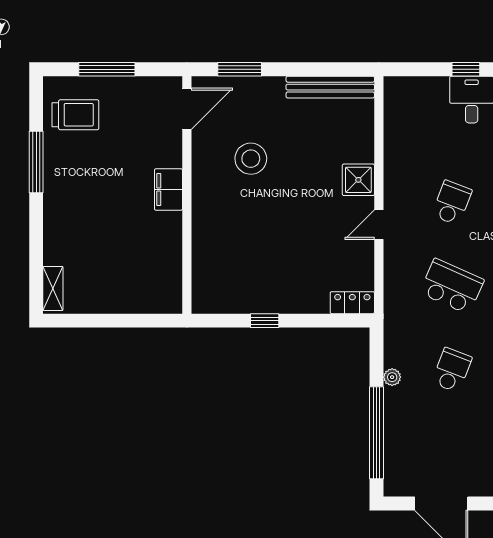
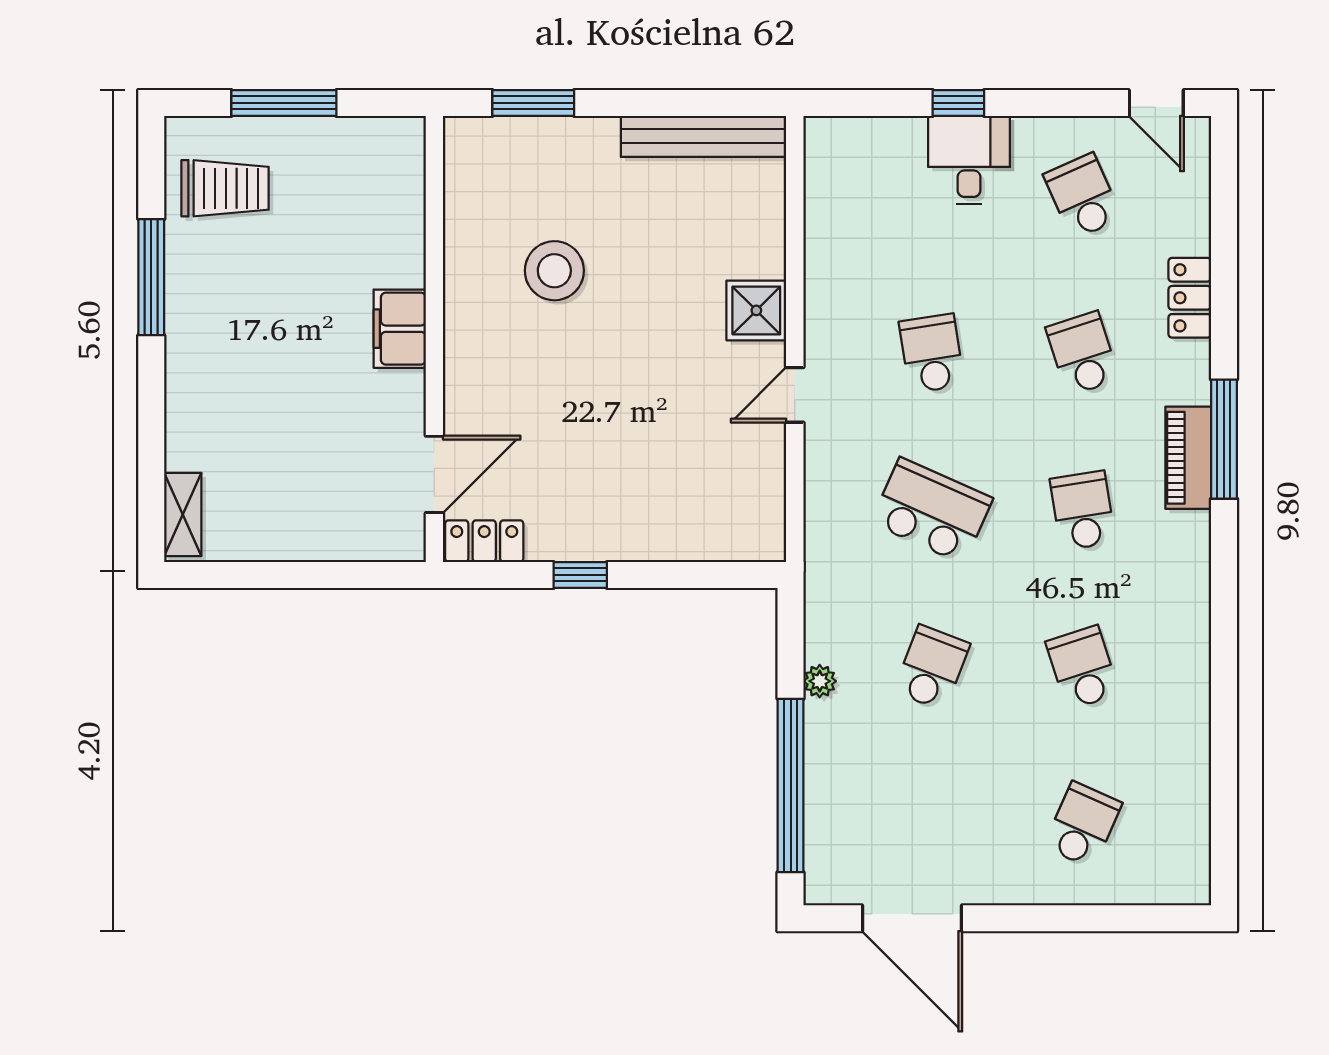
door: (187, 109) -> (434, 474), moved
school desk: (452, 203) -> (932, 353), turned -30
locker: (352, 303) -> (484, 541), moved

